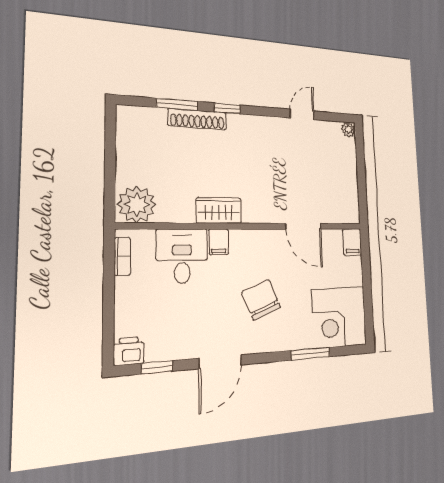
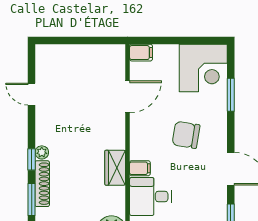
plant: (348, 129) -> (42, 152), moved
chair: (261, 300) -> (186, 135), turned 31

